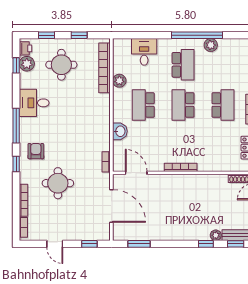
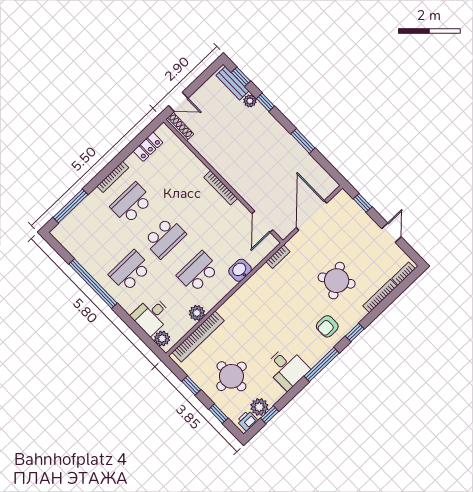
plant: (211, 45) -> (162, 339), moved
school desk: (143, 105) -> (198, 272), turned 180
round table: (58, 183) -> (337, 281), turned -33
window: (139, 244) -> (303, 141), moved

